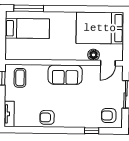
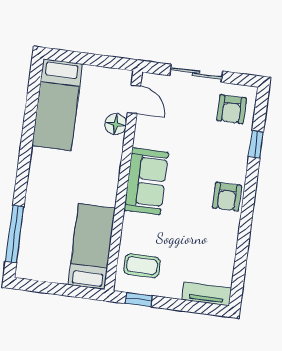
bed: (27, 28) -> (92, 247), moved
bed: (100, 28) -> (57, 105), width x0.67
armchair: (47, 117) -> (227, 197), moved

